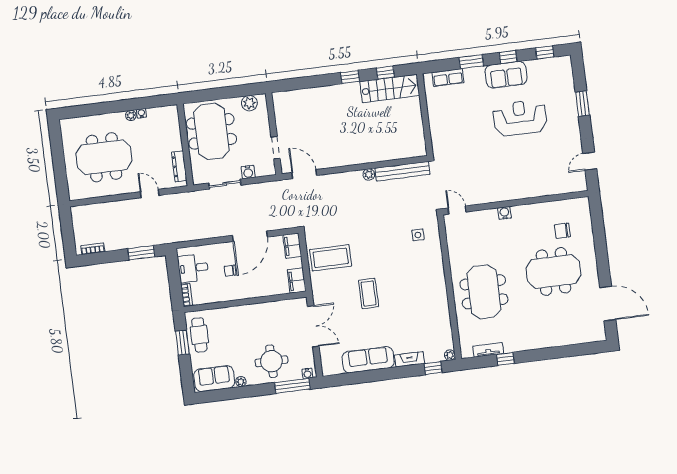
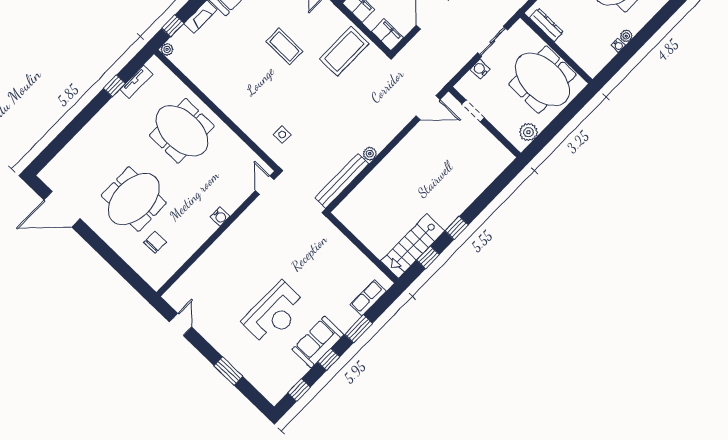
door: (457, 210) -> (265, 185), swing flipped

